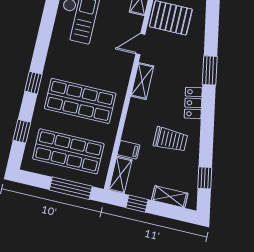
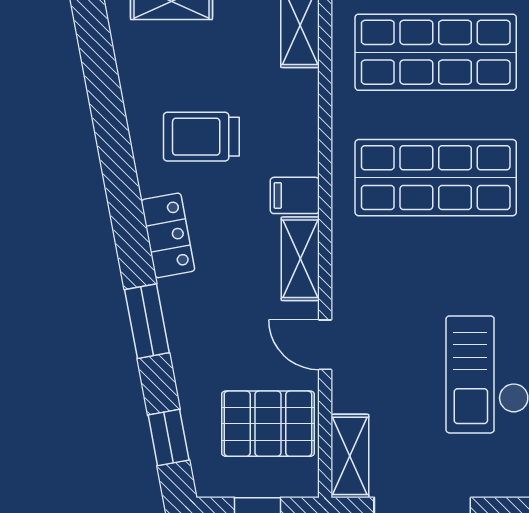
door: (140, 44) -> (325, 345), swing flipped
filing cabinet: (128, 150) -> (295, 195), moved
window: (205, 178) -> (169, 438), moved

